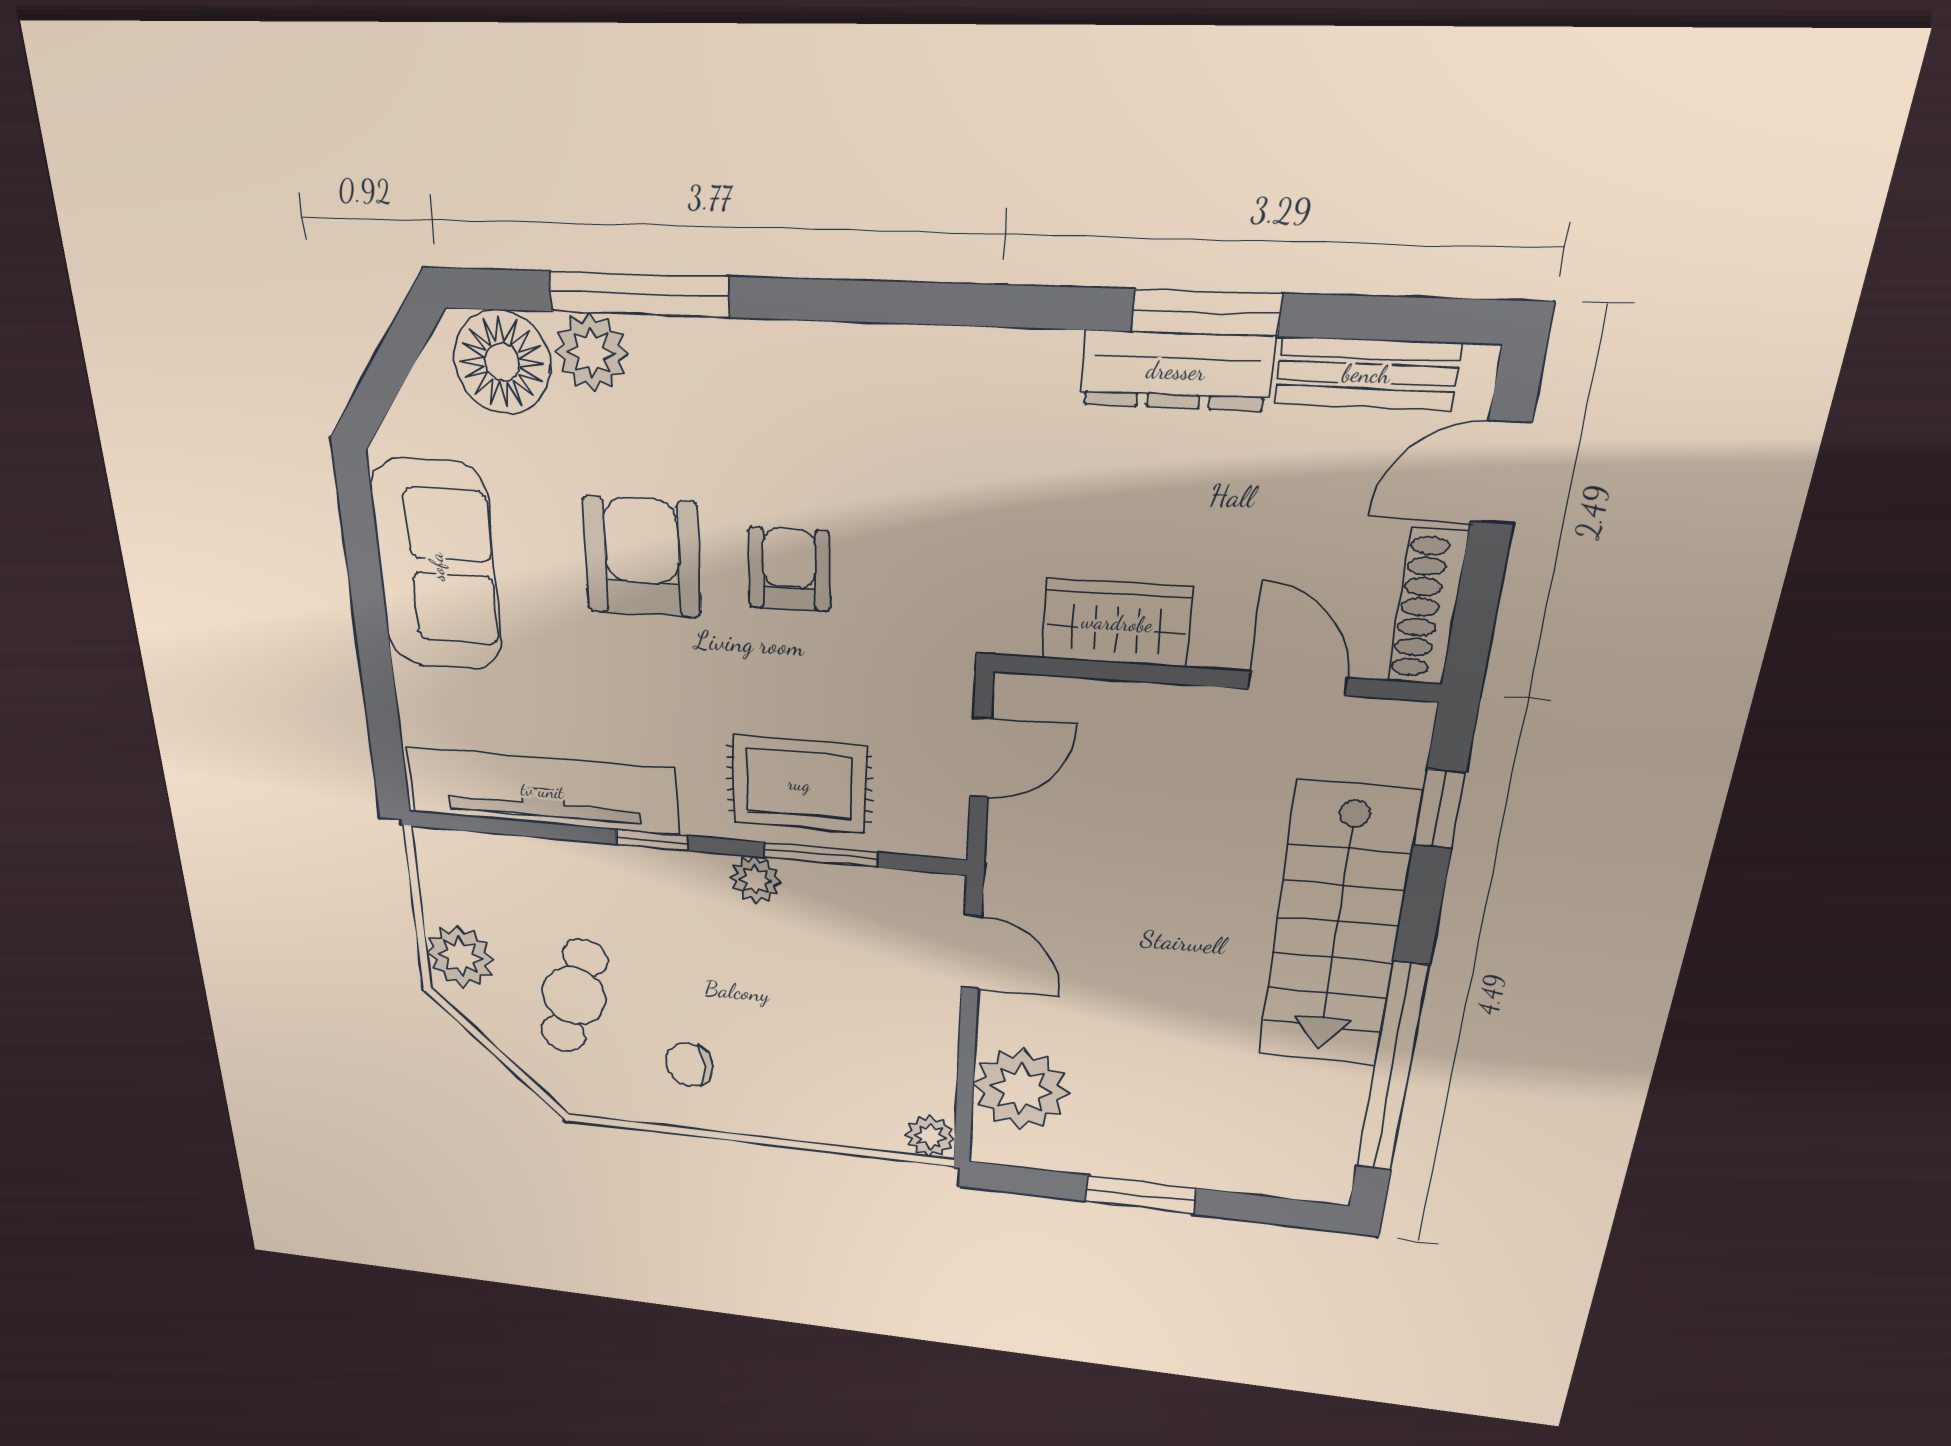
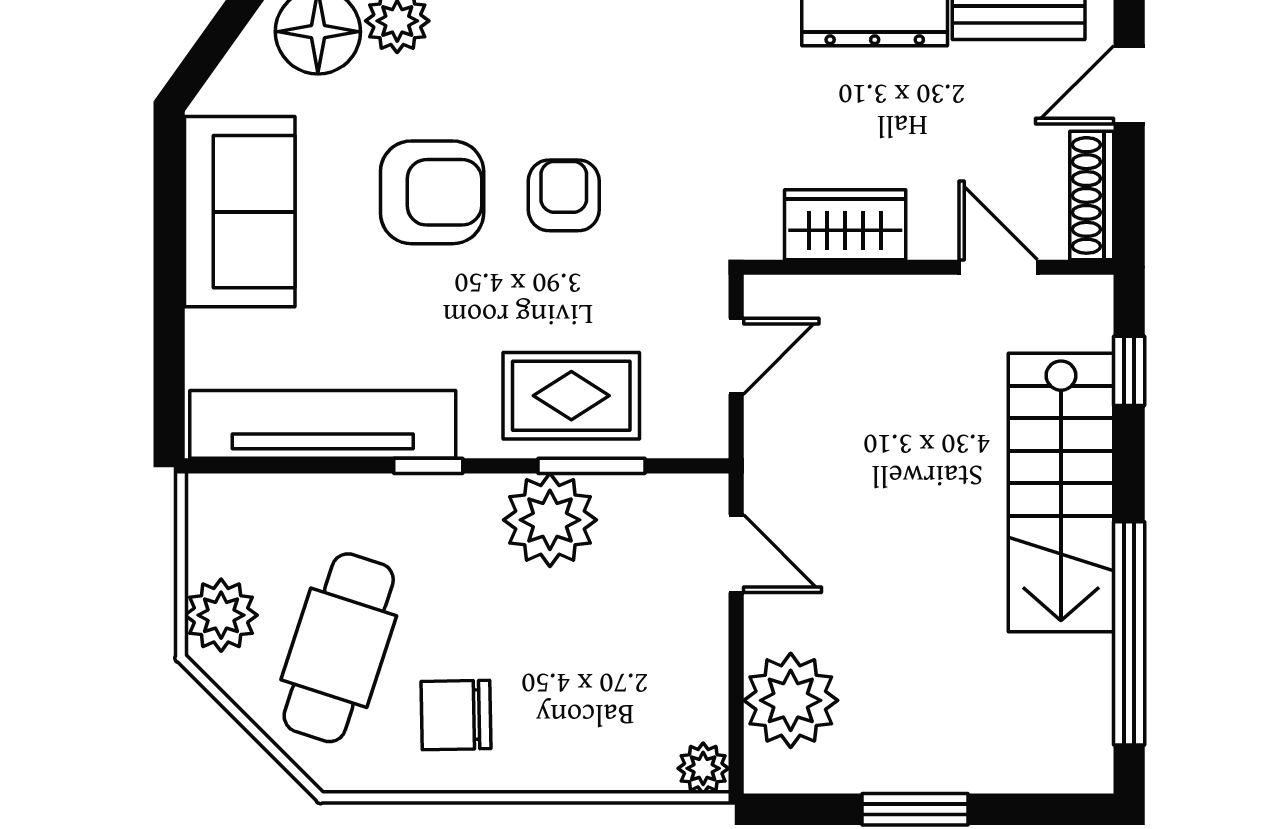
armchair: (642, 557) -> (432, 192), turned 90
plant: (755, 880) -> (550, 520), width x1.88, depth x1.88
cafe table: (574, 996) -> (339, 648), width x1.37, depth x1.35
chair: (689, 1065) -> (456, 715), width x1.37, depth x1.37

